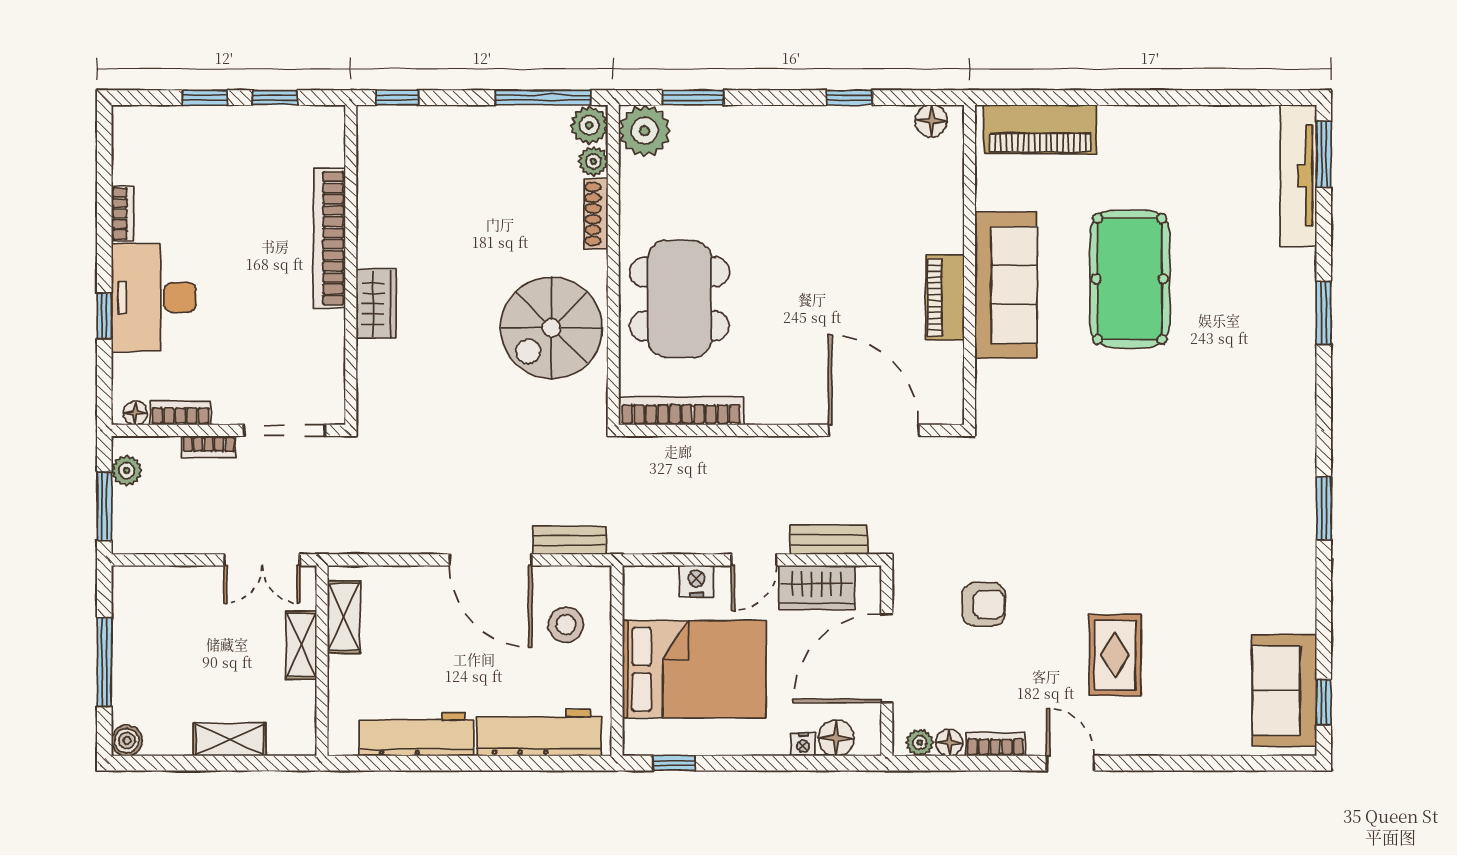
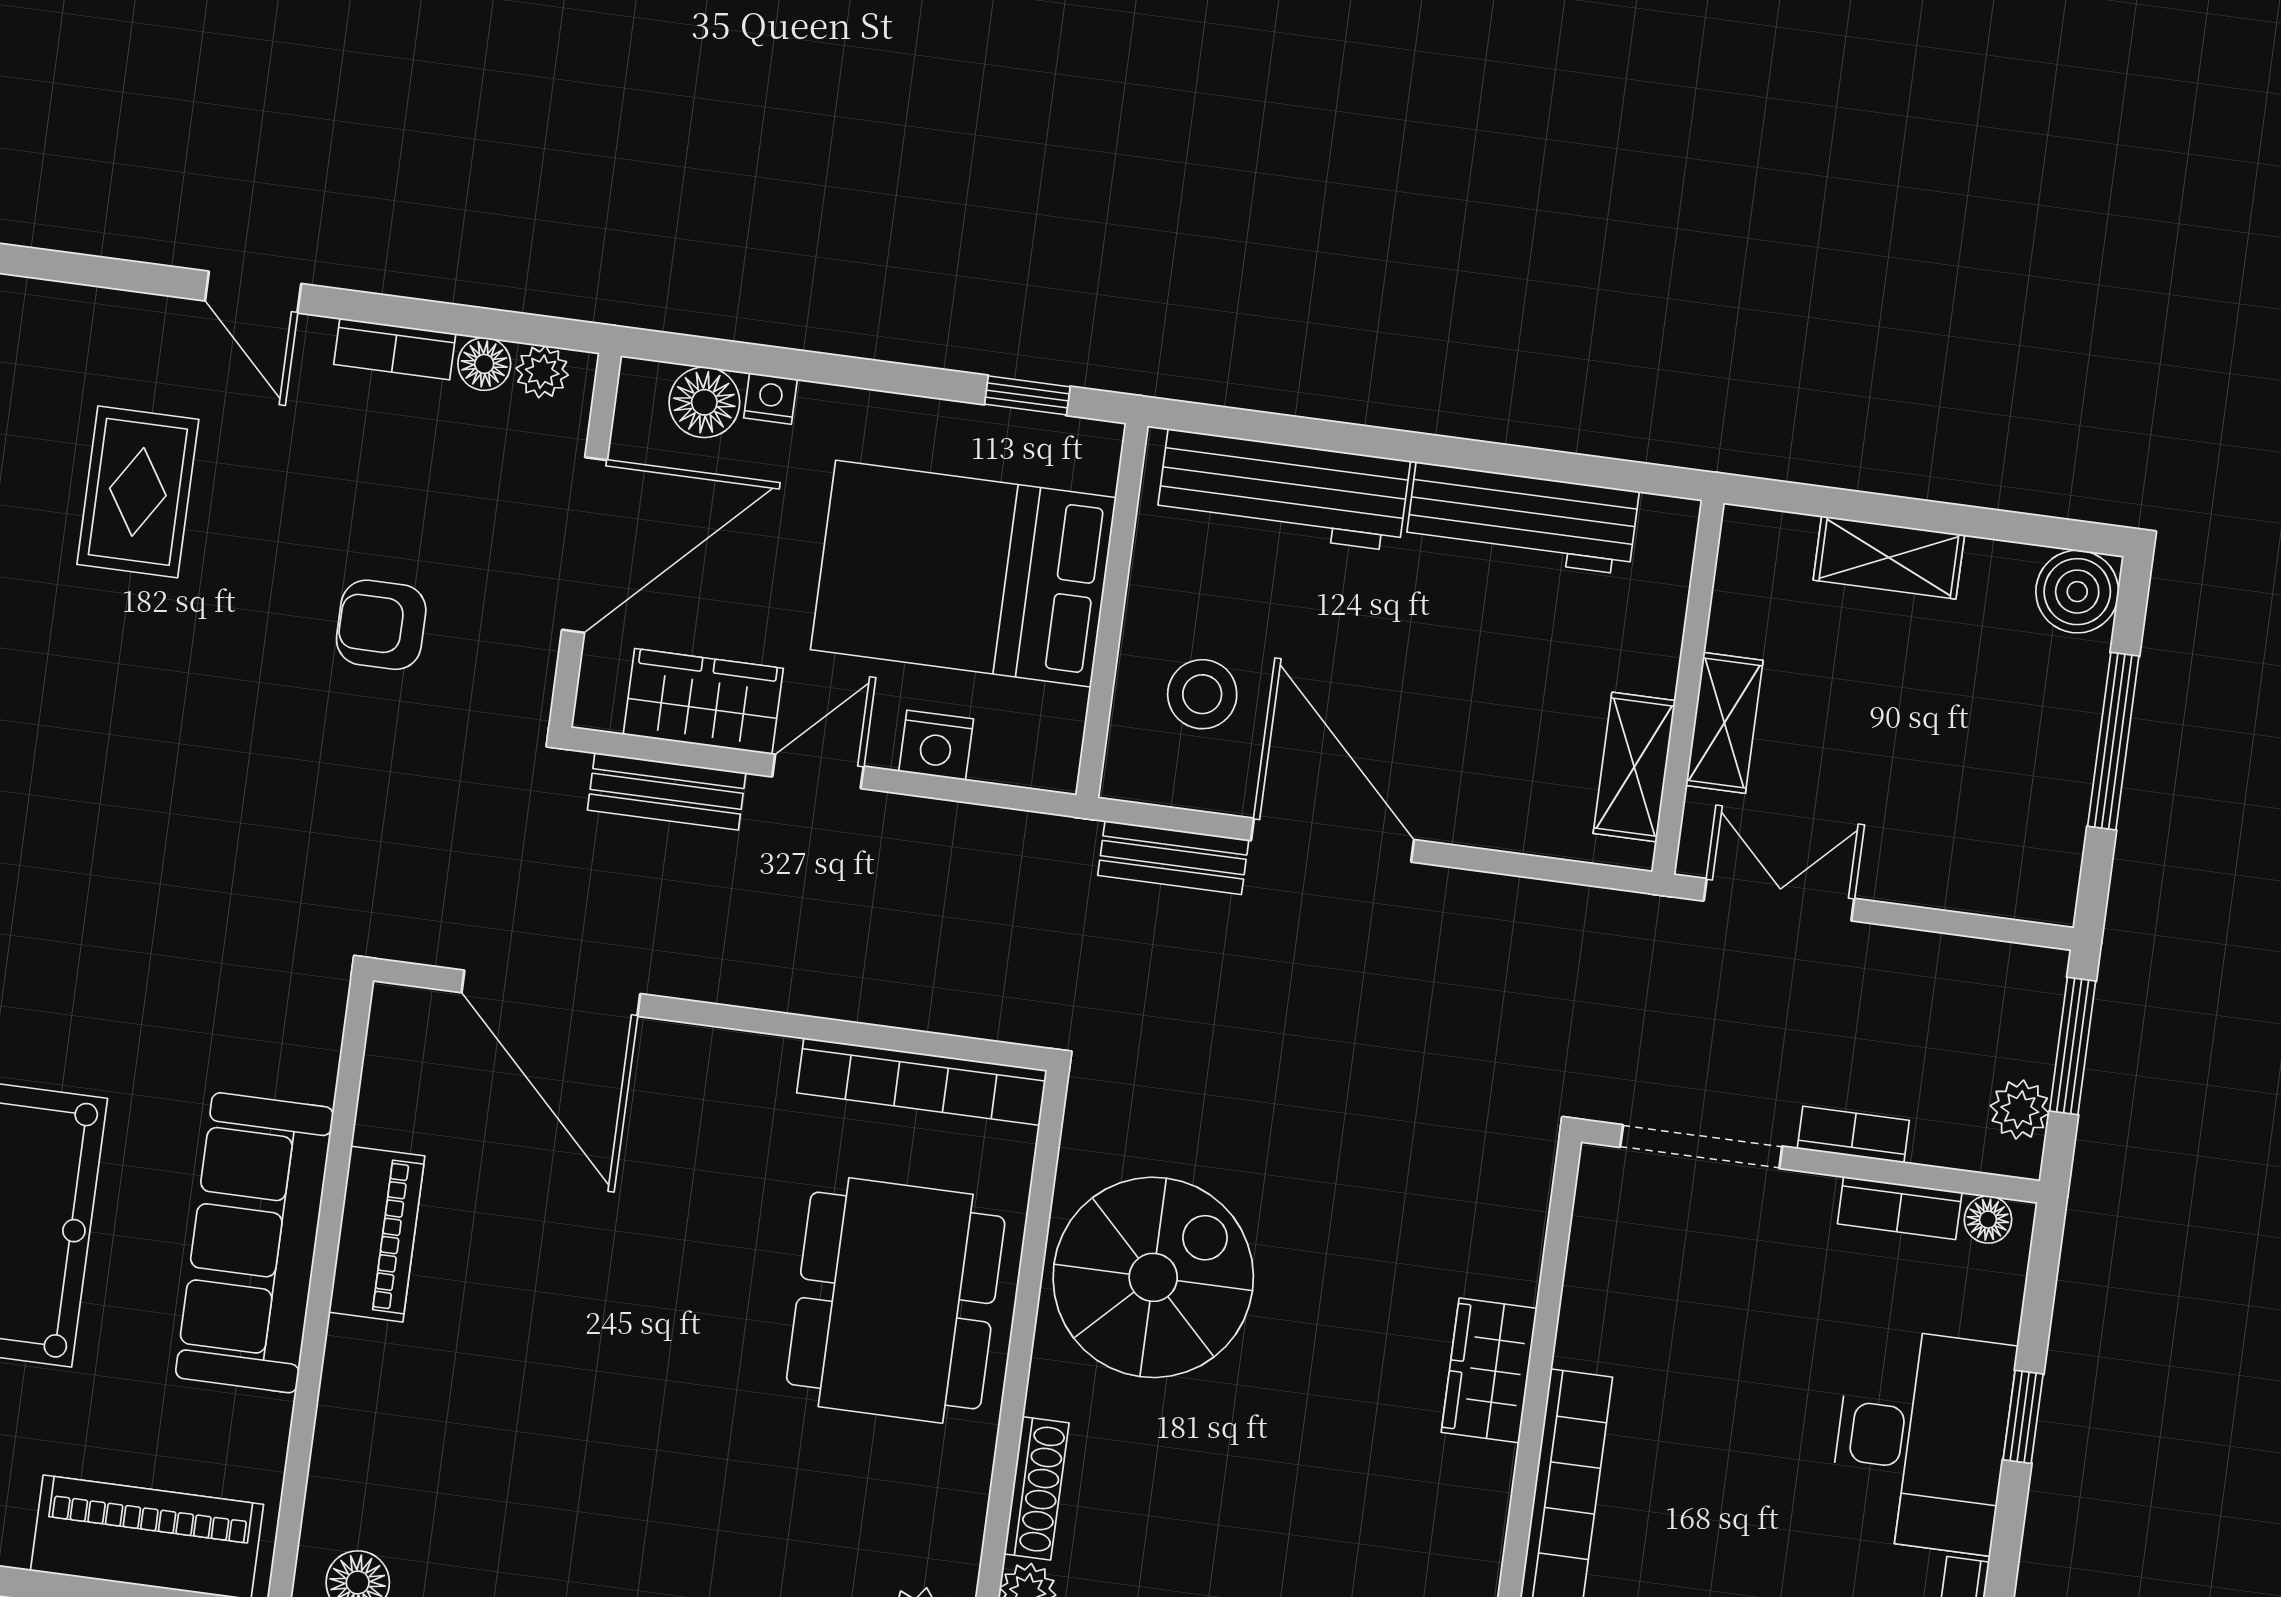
boiler: (127, 741) -> (2077, 592), width x1.36, depth x1.36

